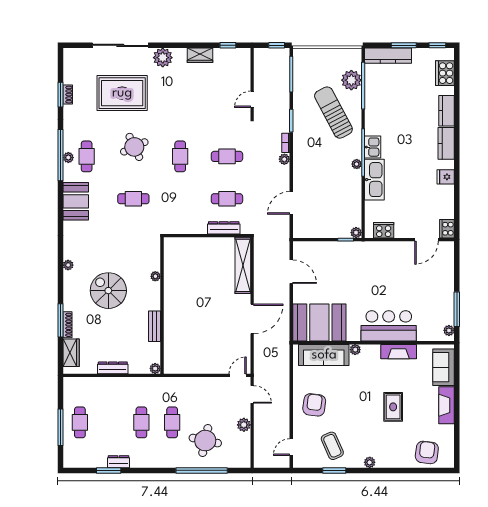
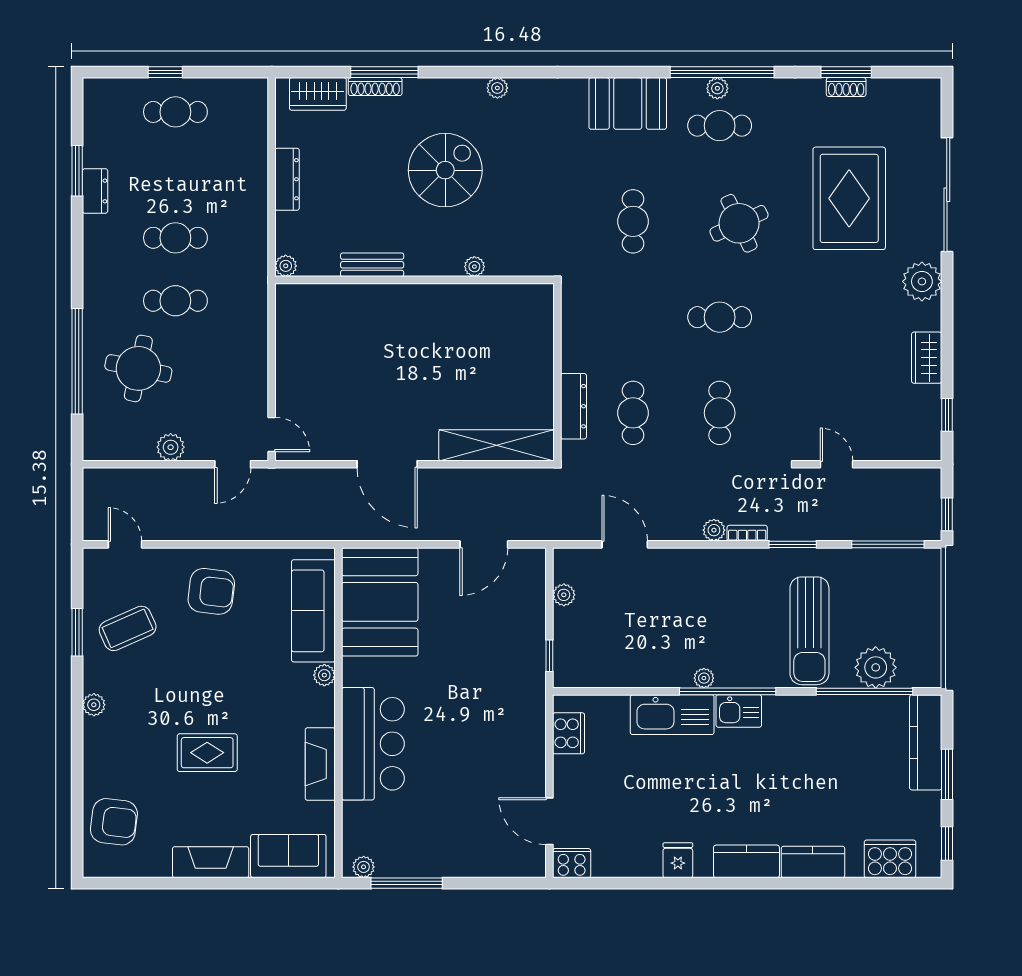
sun lounger: (333, 113) -> (809, 631), turned 118
plant: (356, 233) -> (564, 595), moved
window: (60, 427) -> (165, 72), width x0.46

